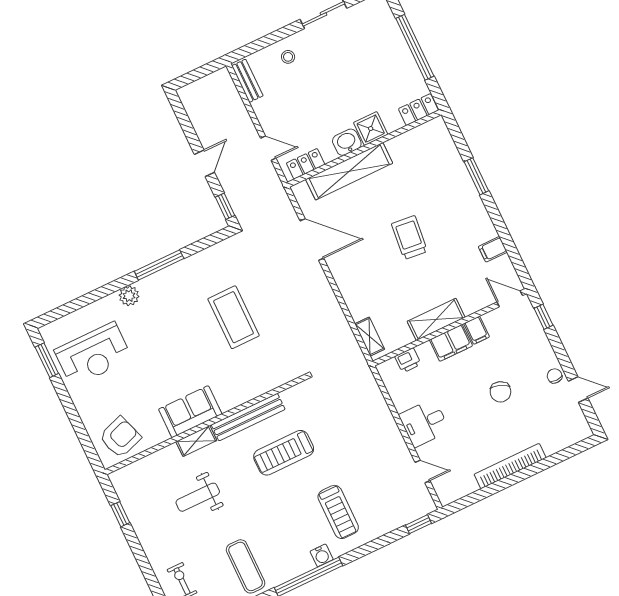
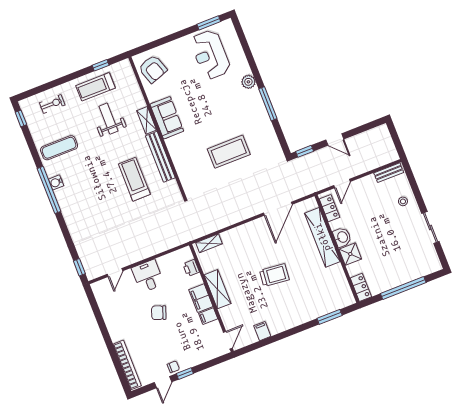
window: (476, 176) -> (330, 317), moved
window: (543, 317) -> (185, 374), moved
chair: (500, 392) -> (159, 313), moved
bookcase: (510, 466) -> (127, 365), moved
treadmill: (338, 512) -> (95, 87), moved
water cooler: (322, 555) -> (56, 182), moved

